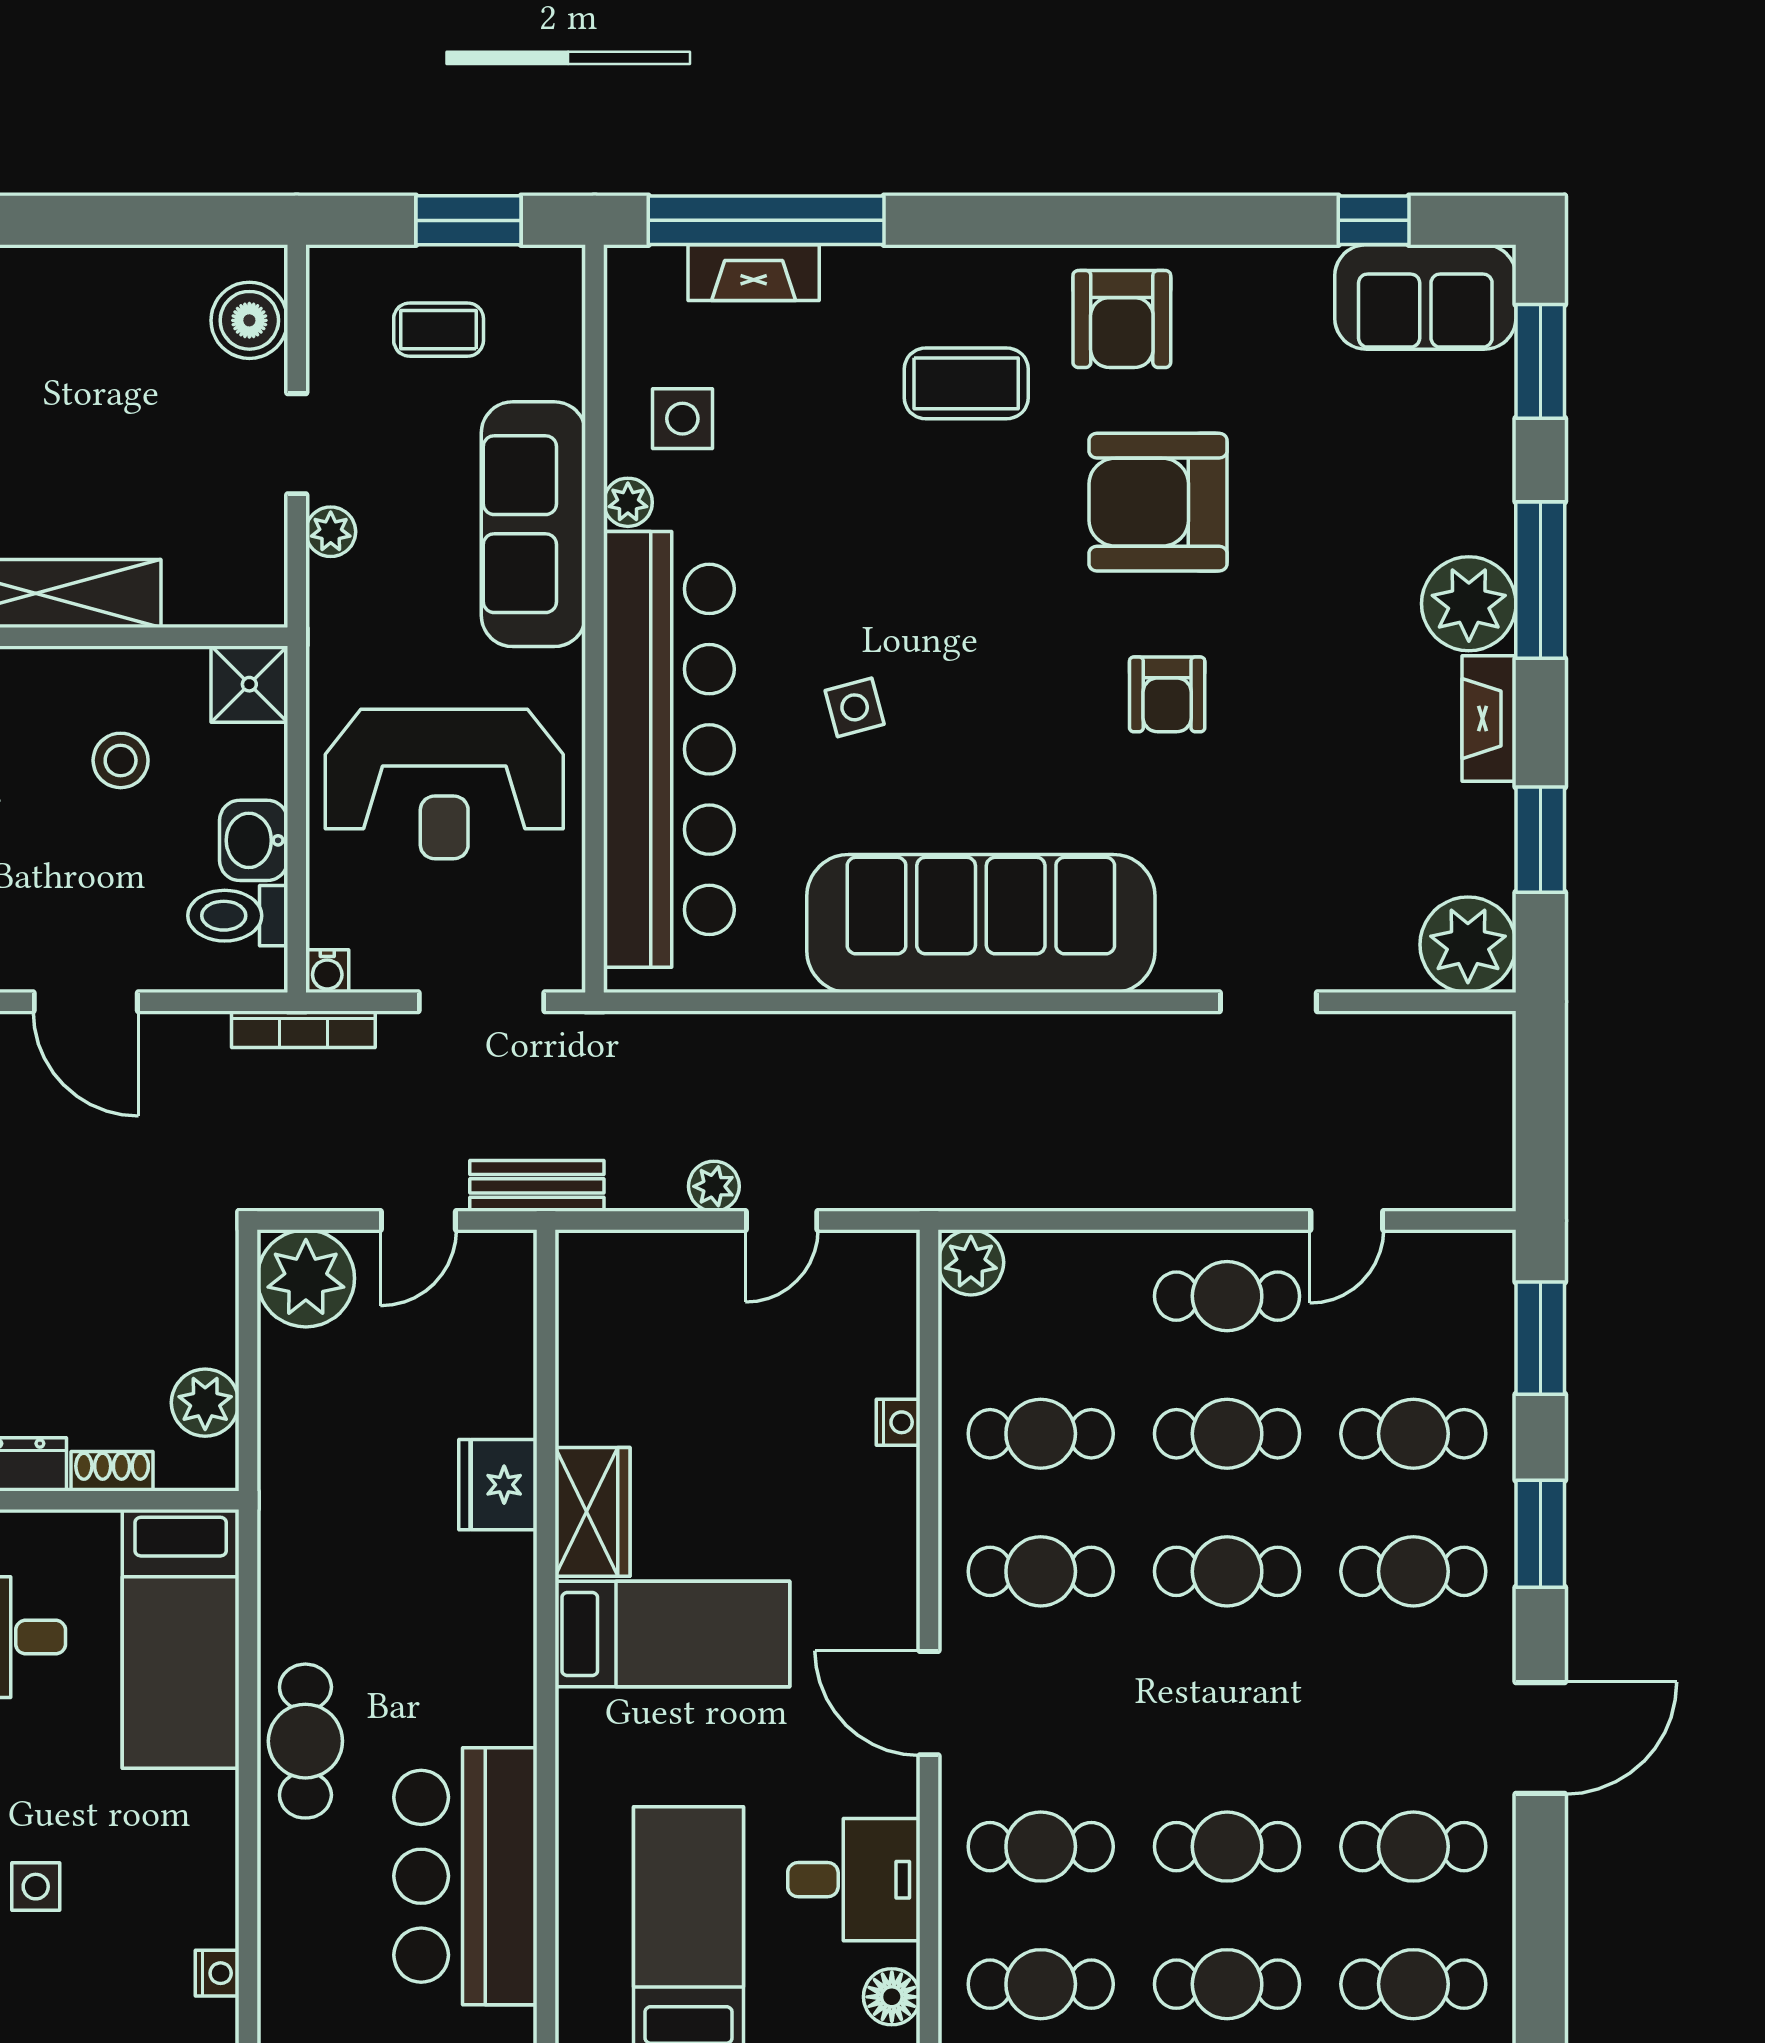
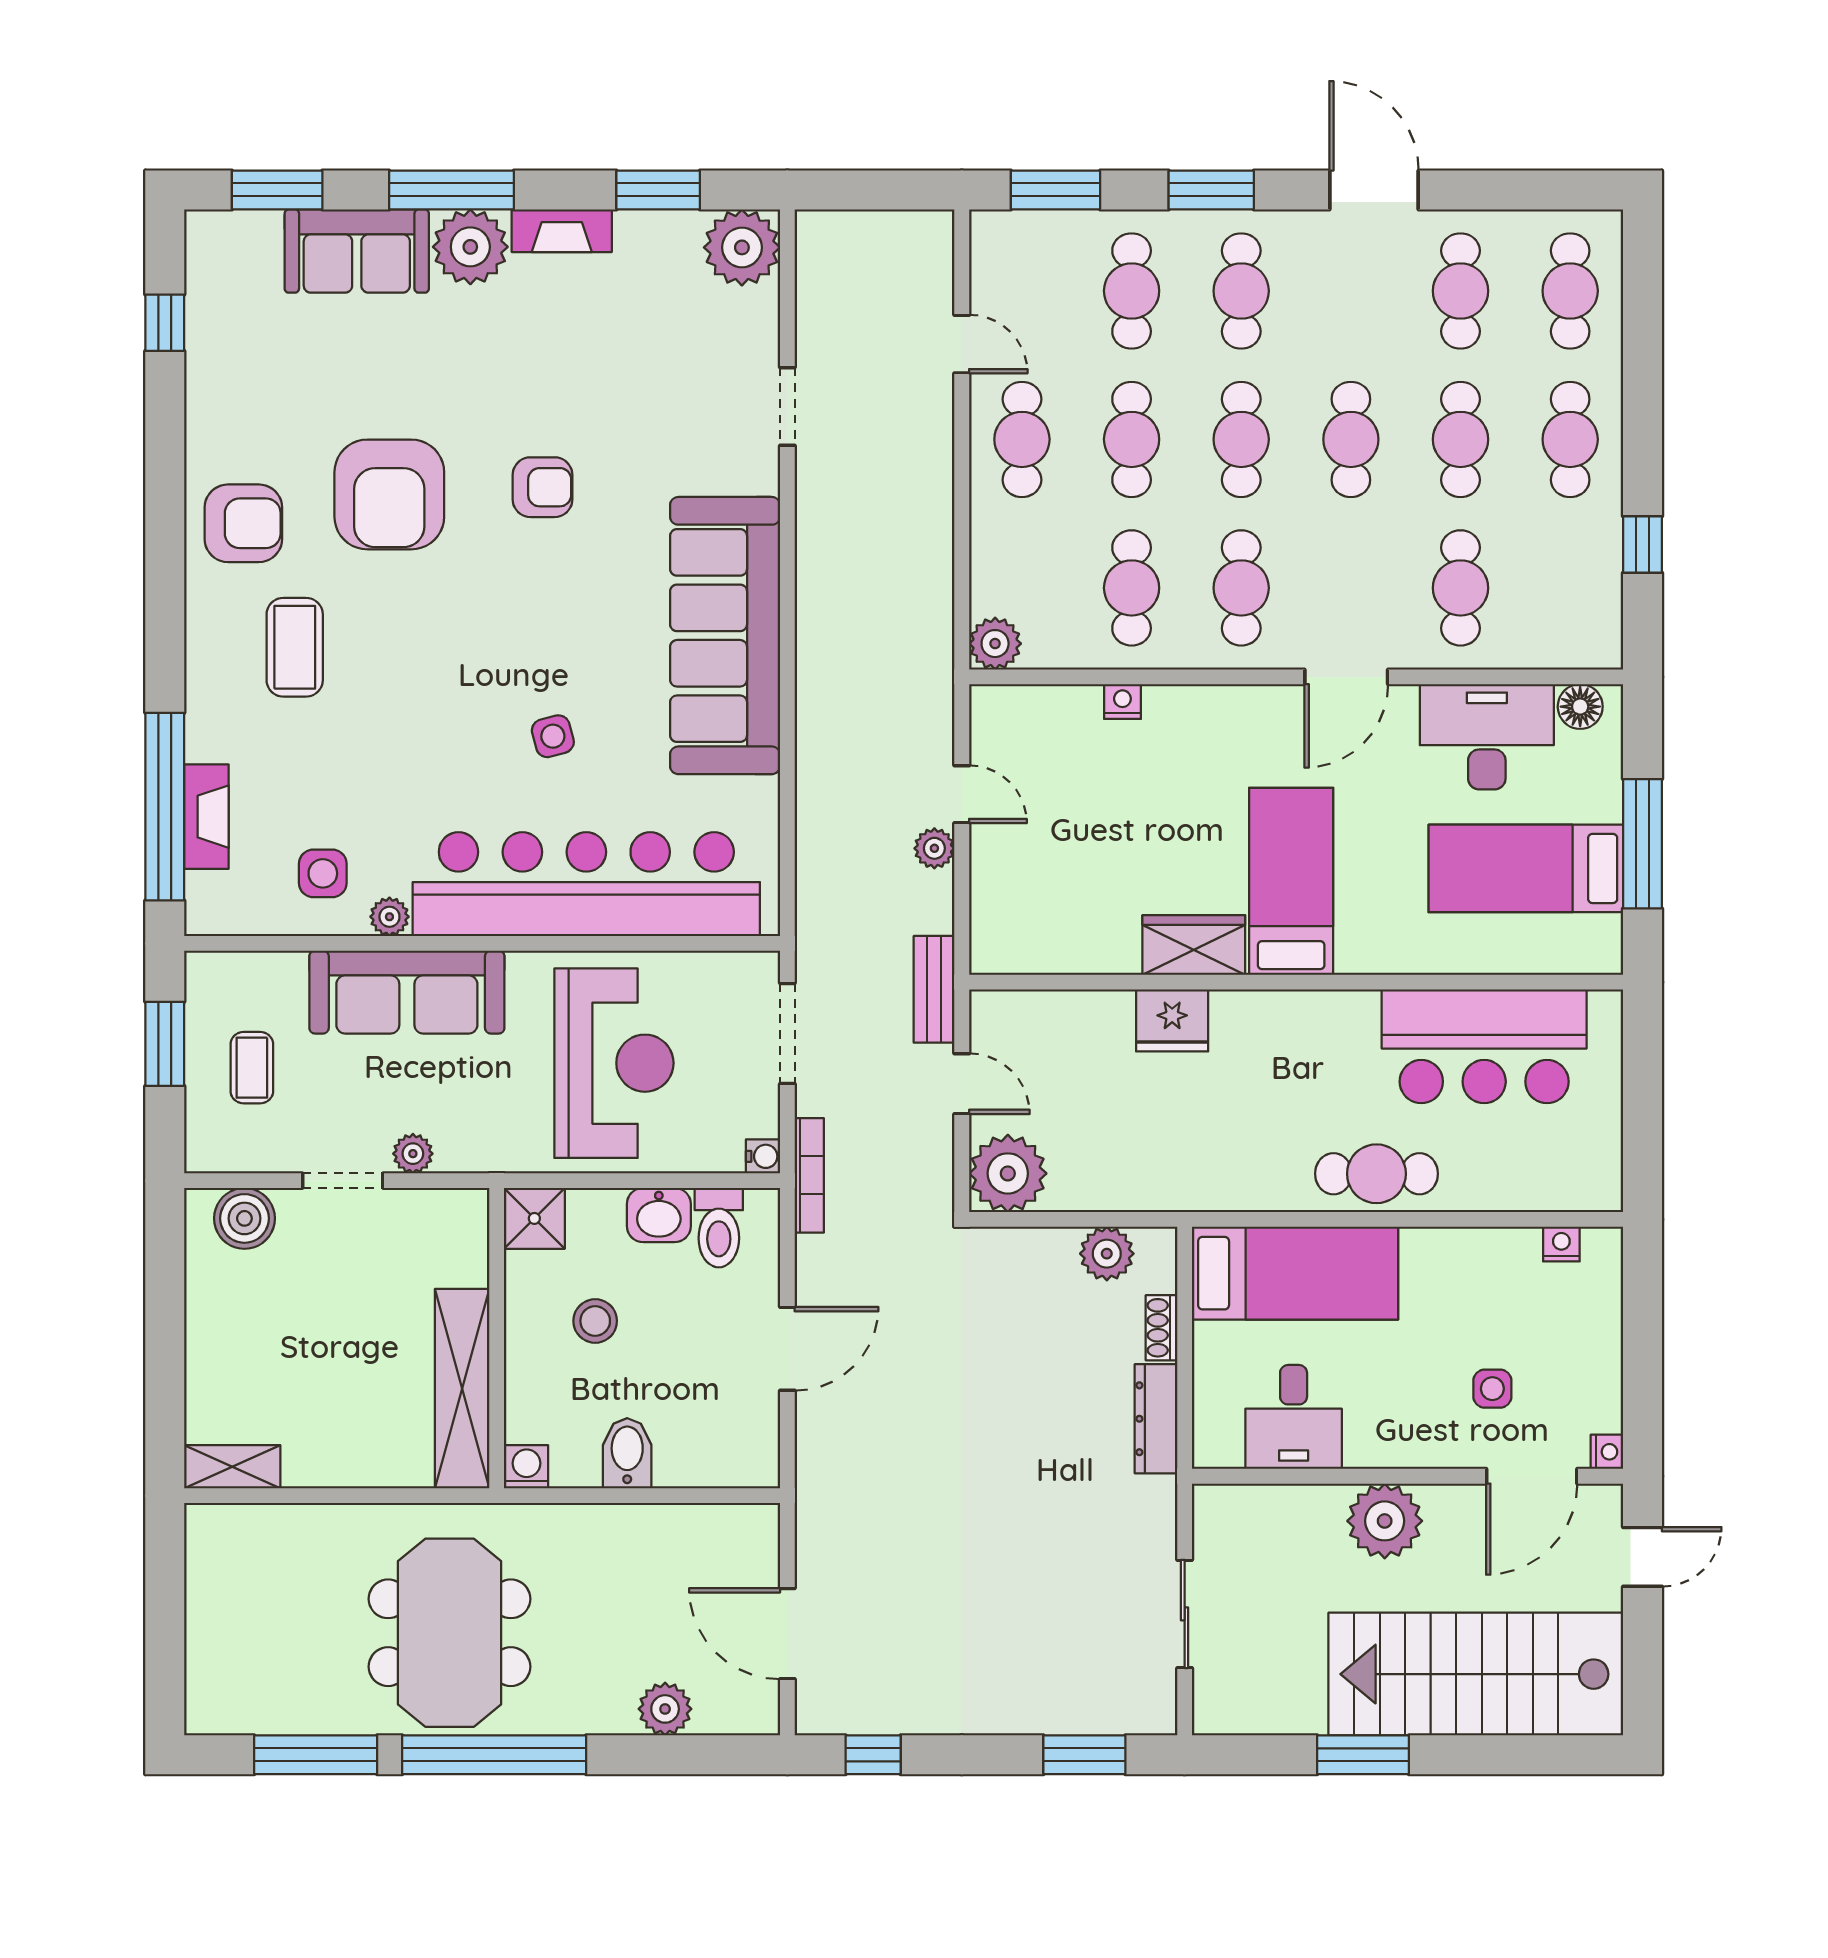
sofa: (1425, 297) -> (357, 251), moved, turned 90
desk: (854, 1880) -> (1487, 737), width x1.37
cafe table: (1041, 1984) -> (1351, 439), moved

